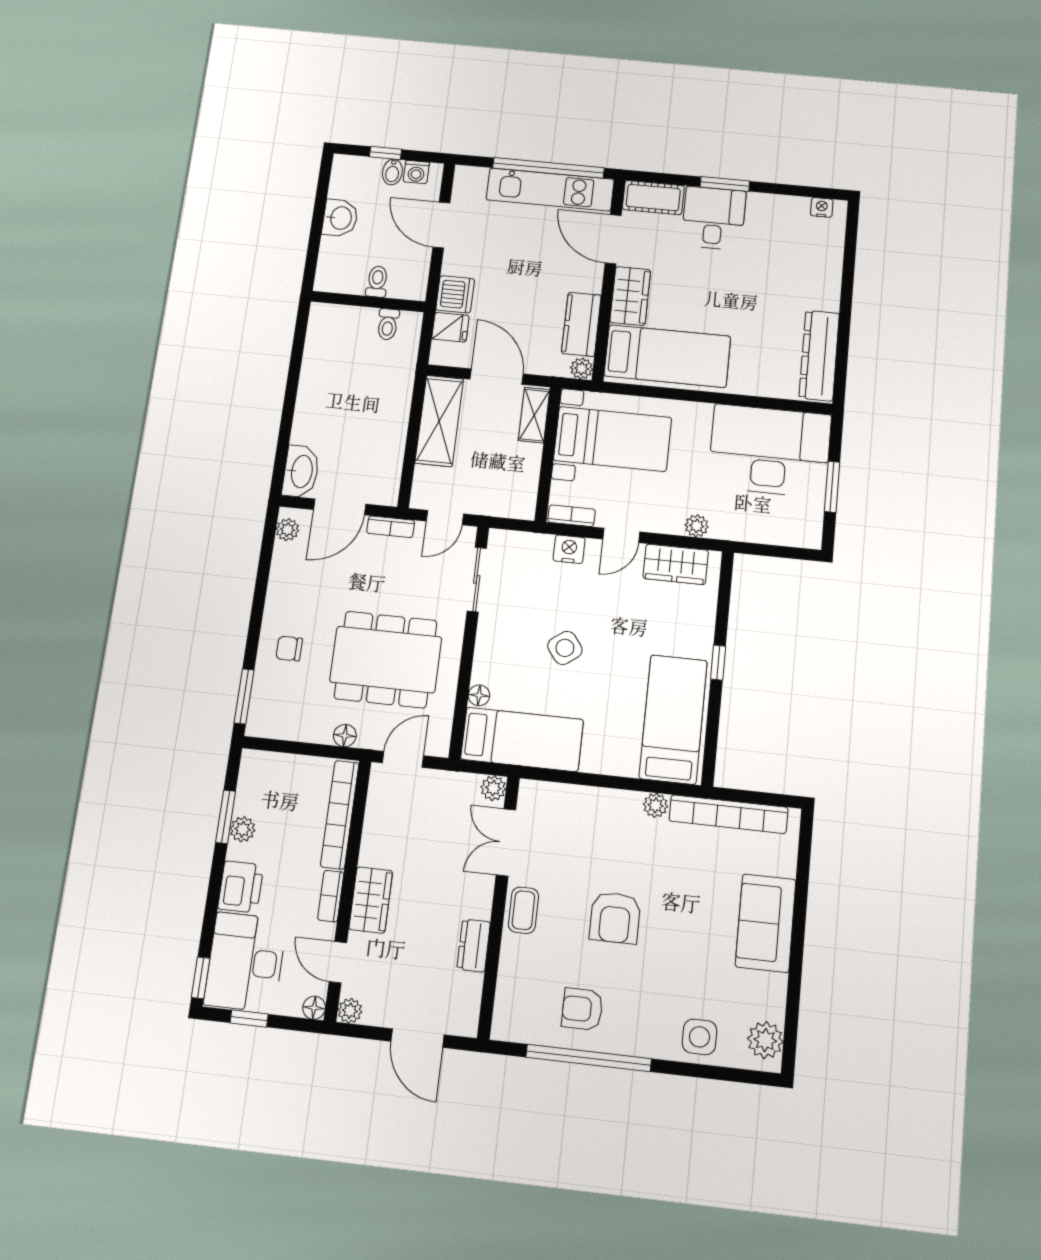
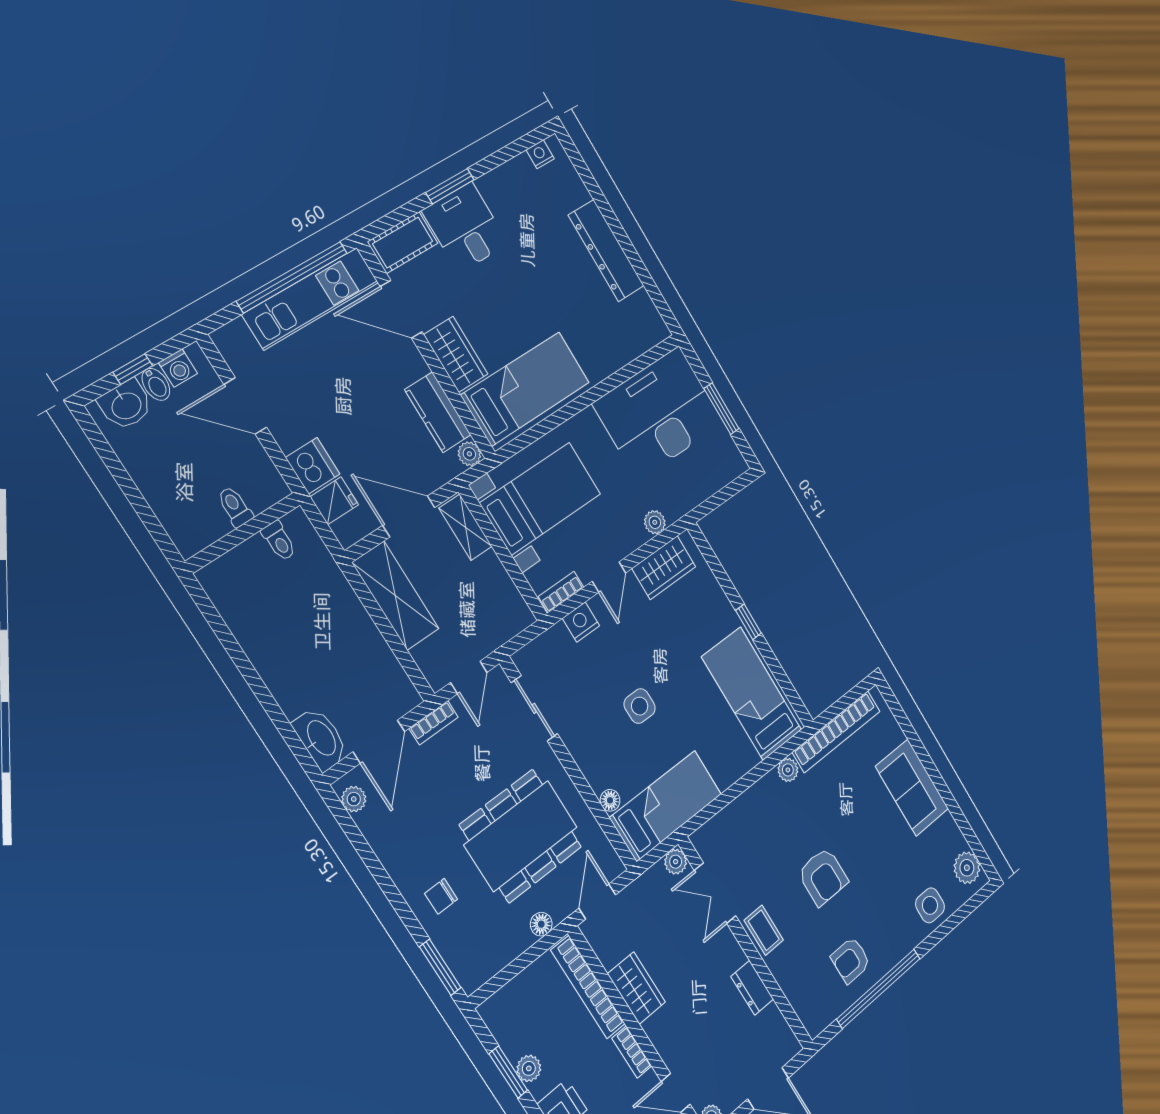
washbasin: (340, 218) -> (126, 405), moved, turned 90
dresser: (819, 356) -> (606, 251), moved
side table: (565, 648) -> (640, 706), turned 37
wardrobe: (371, 900) -> (636, 988), moved

